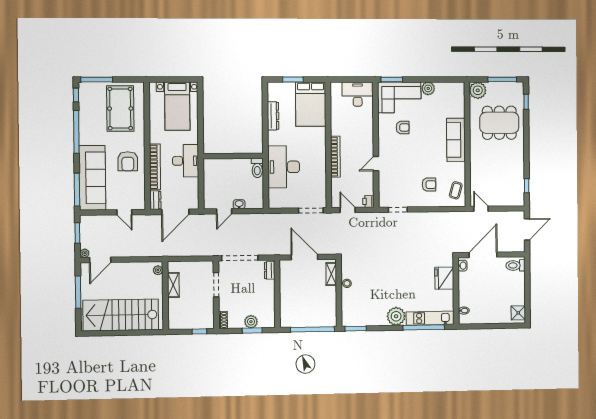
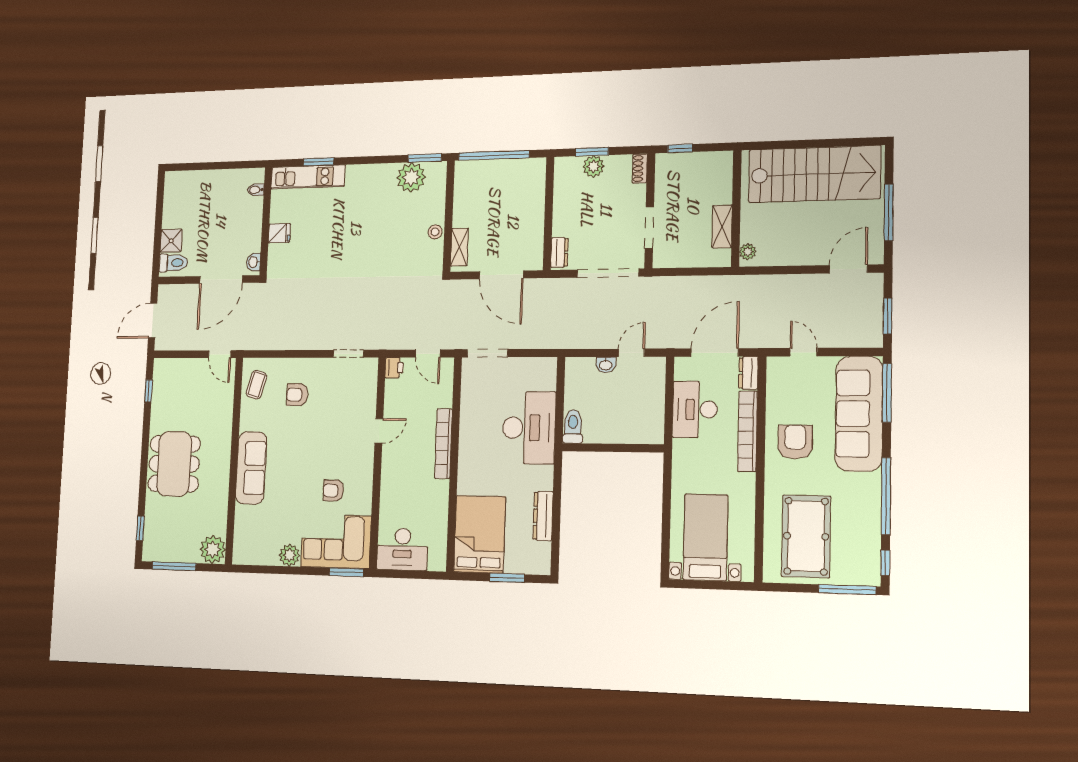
dining table: (499, 123) -> (174, 464), moved, turned 90
desk: (186, 161) -> (695, 409), moved
plant: (85, 253) -> (876, 281), removed
fridge: (444, 278) -> (279, 233), width x0.53, depth x0.75
shower: (518, 313) -> (171, 241), moved
plant: (396, 316) -> (411, 177), moved
window: (424, 327) -> (319, 162), width x0.47

